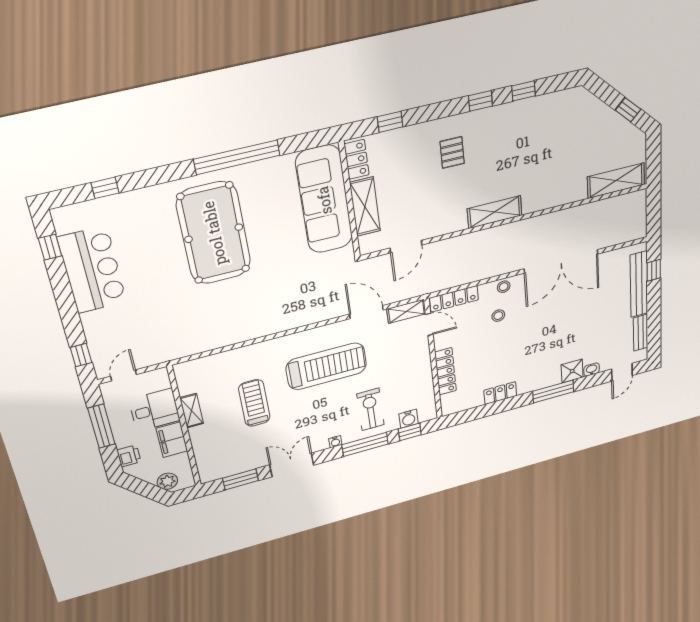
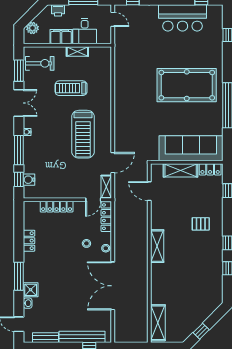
treadmill: (254, 403) -> (71, 88), turned 180
exercise bike: (370, 409) -> (40, 63), moved

